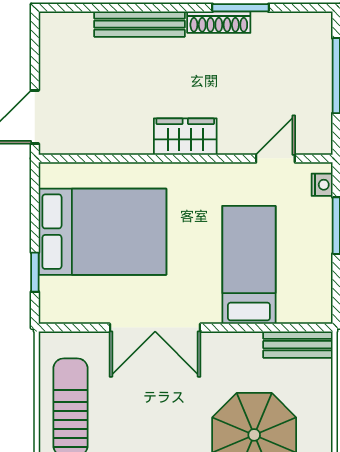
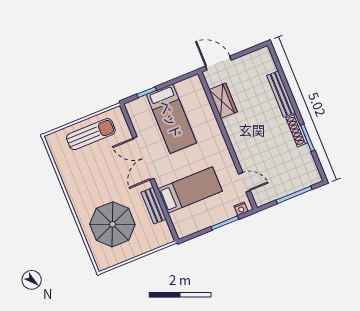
wardrobe: (185, 137) -> (223, 101), moved
bed: (102, 232) -> (171, 119), width x0.67
bench: (298, 345) -> (154, 206), moved

